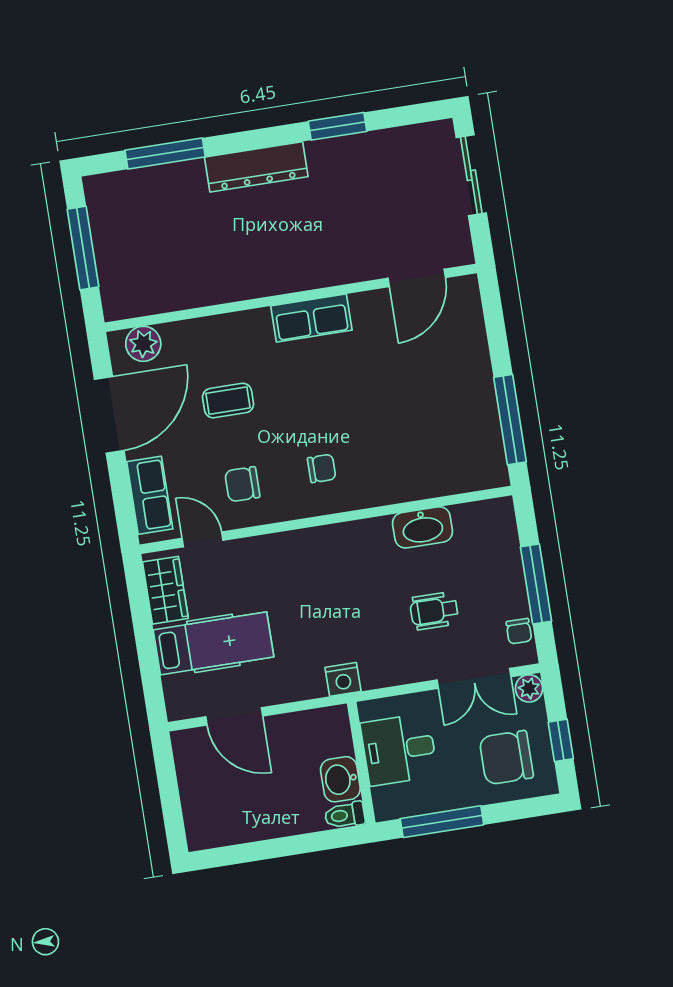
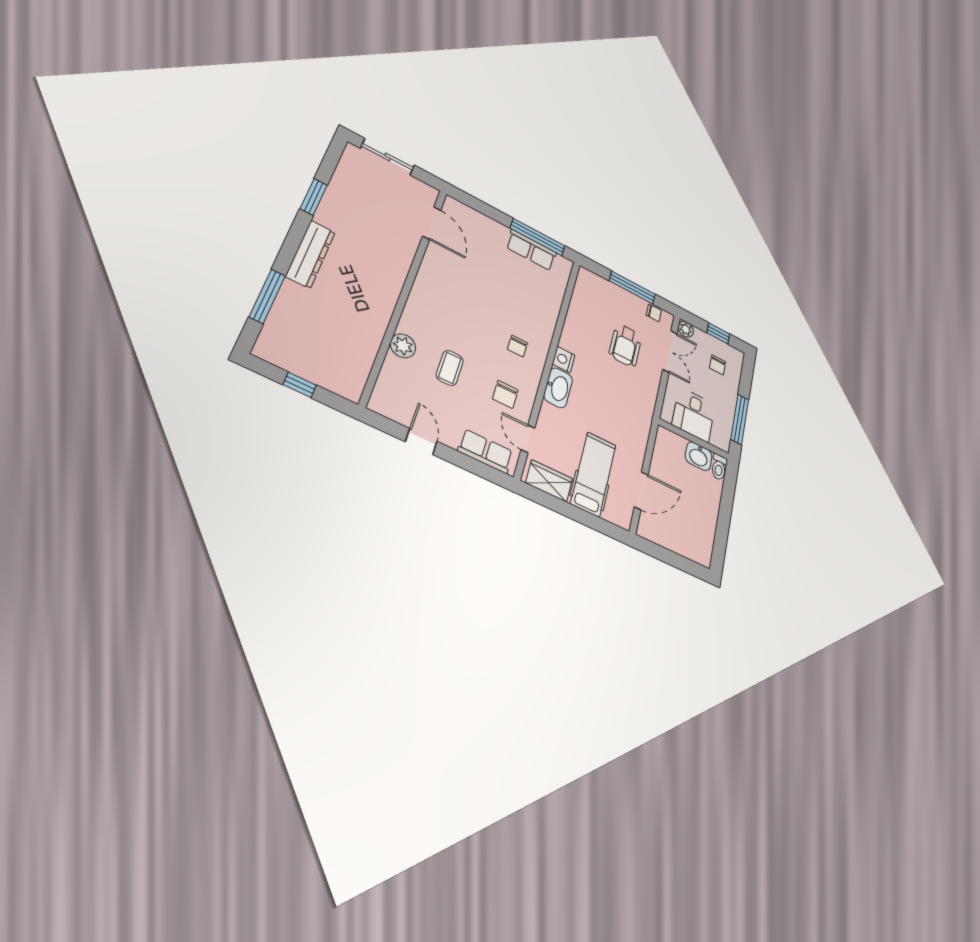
window: (83, 248) -> (300, 385), width x0.46
row of seats: (311, 318) -> (531, 250), moved, turned 90
plant: (143, 344) -> (403, 346), moved
door: (109, 415) -> (421, 442), width x0.53
chair: (322, 468) -> (517, 346), turned 180
washbasin: (423, 527) -> (558, 388), moved
door: (203, 539) -> (528, 439), hinge flipped
wheelchair: (434, 611) -> (625, 345), width x1.36, depth x1.37
nightstand: (343, 679) -> (564, 360), moved, turned 180
chair: (506, 758) -> (718, 365), width x0.54, depth x0.54

